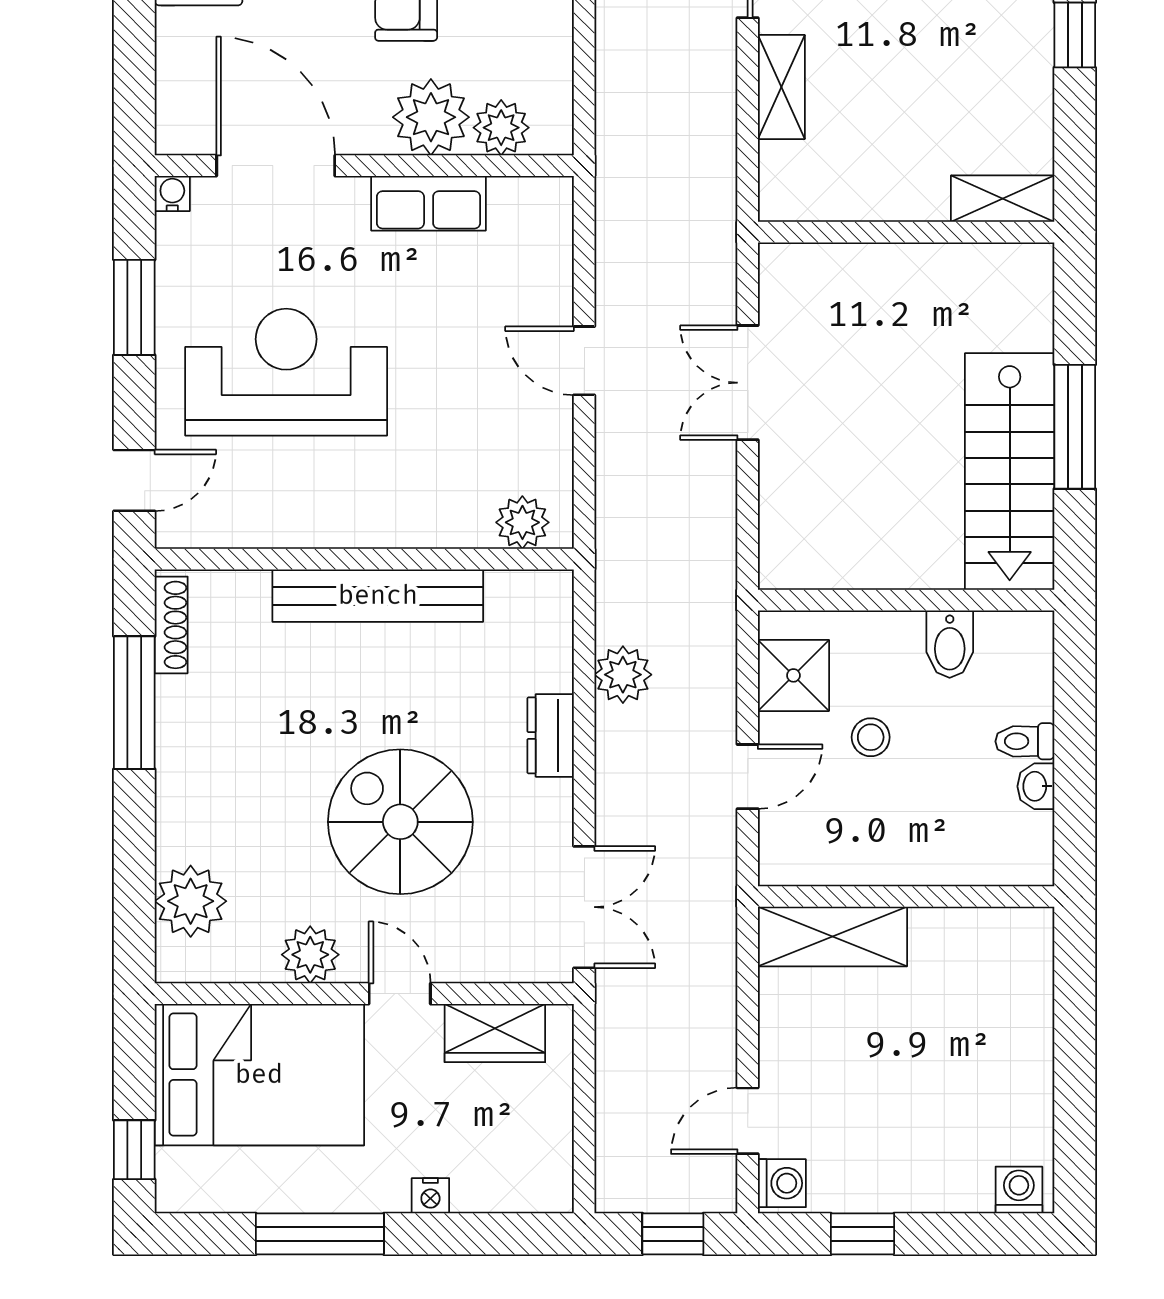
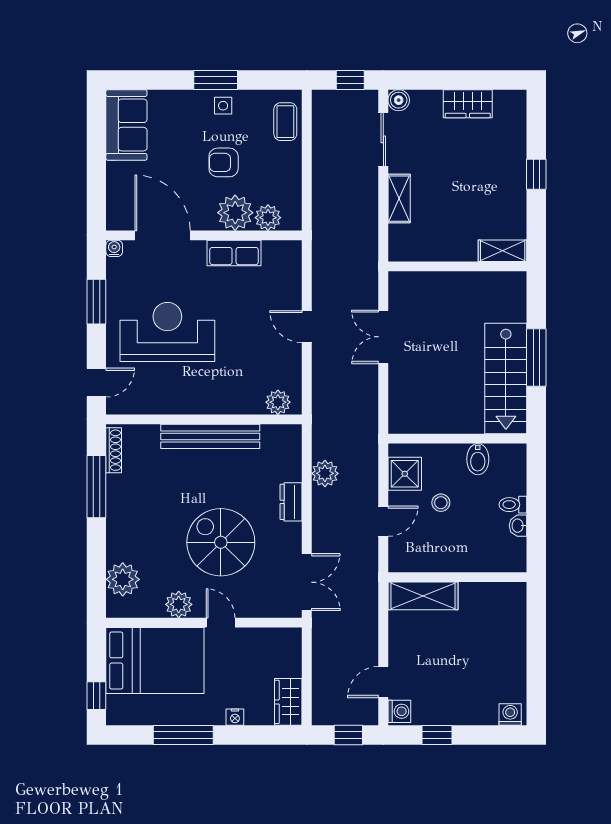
wardrobe: (495, 1033) -> (288, 702), moved, turned 90

